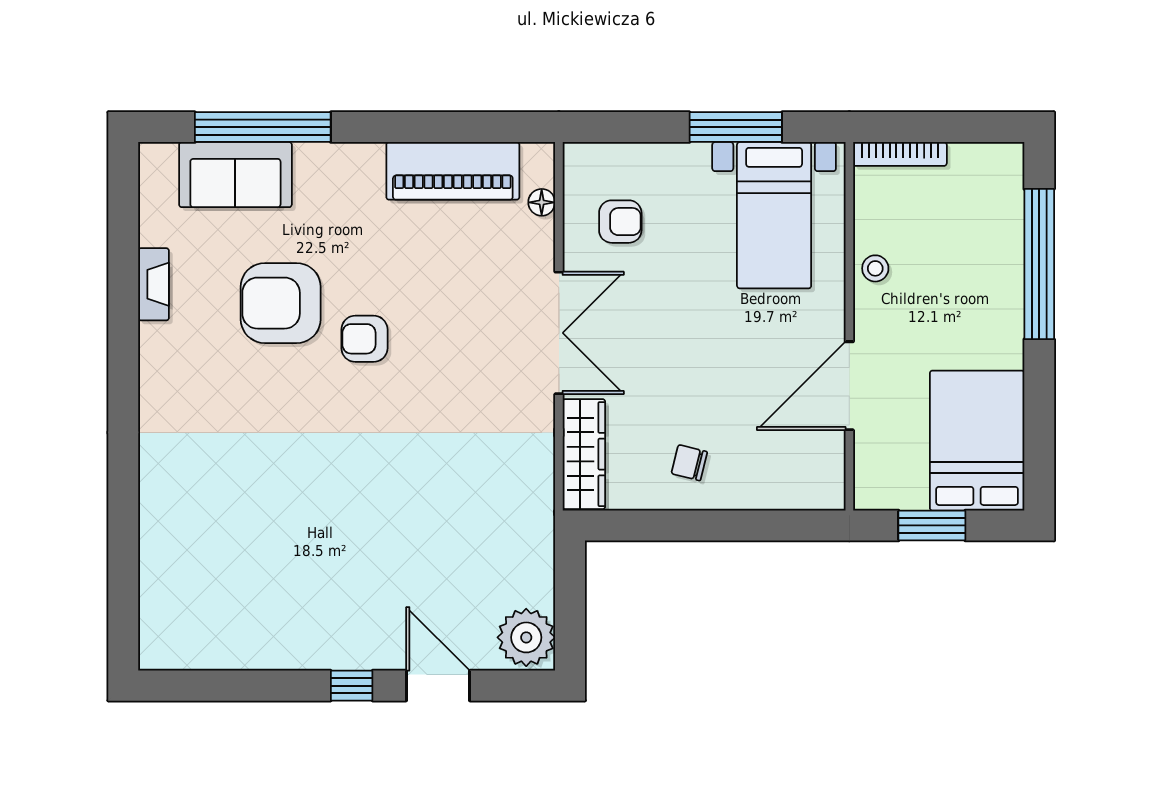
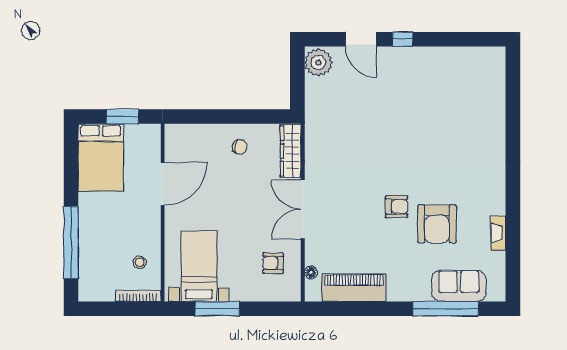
stool: (875, 268) -> (140, 262), moved
armchair: (281, 303) -> (437, 224), turned 90

